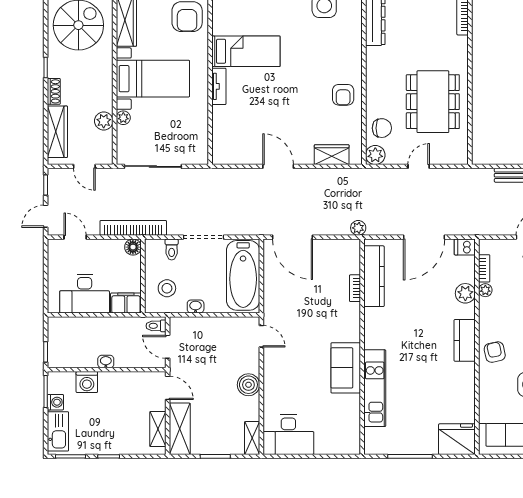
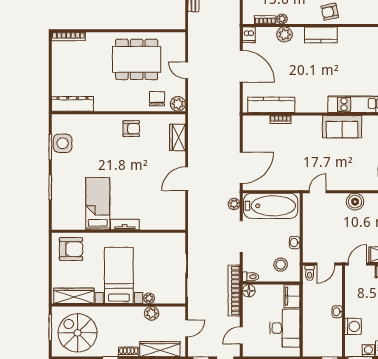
plant: (358, 228) -> (234, 204), moved
toilet: (172, 249) -> (251, 277), moved

